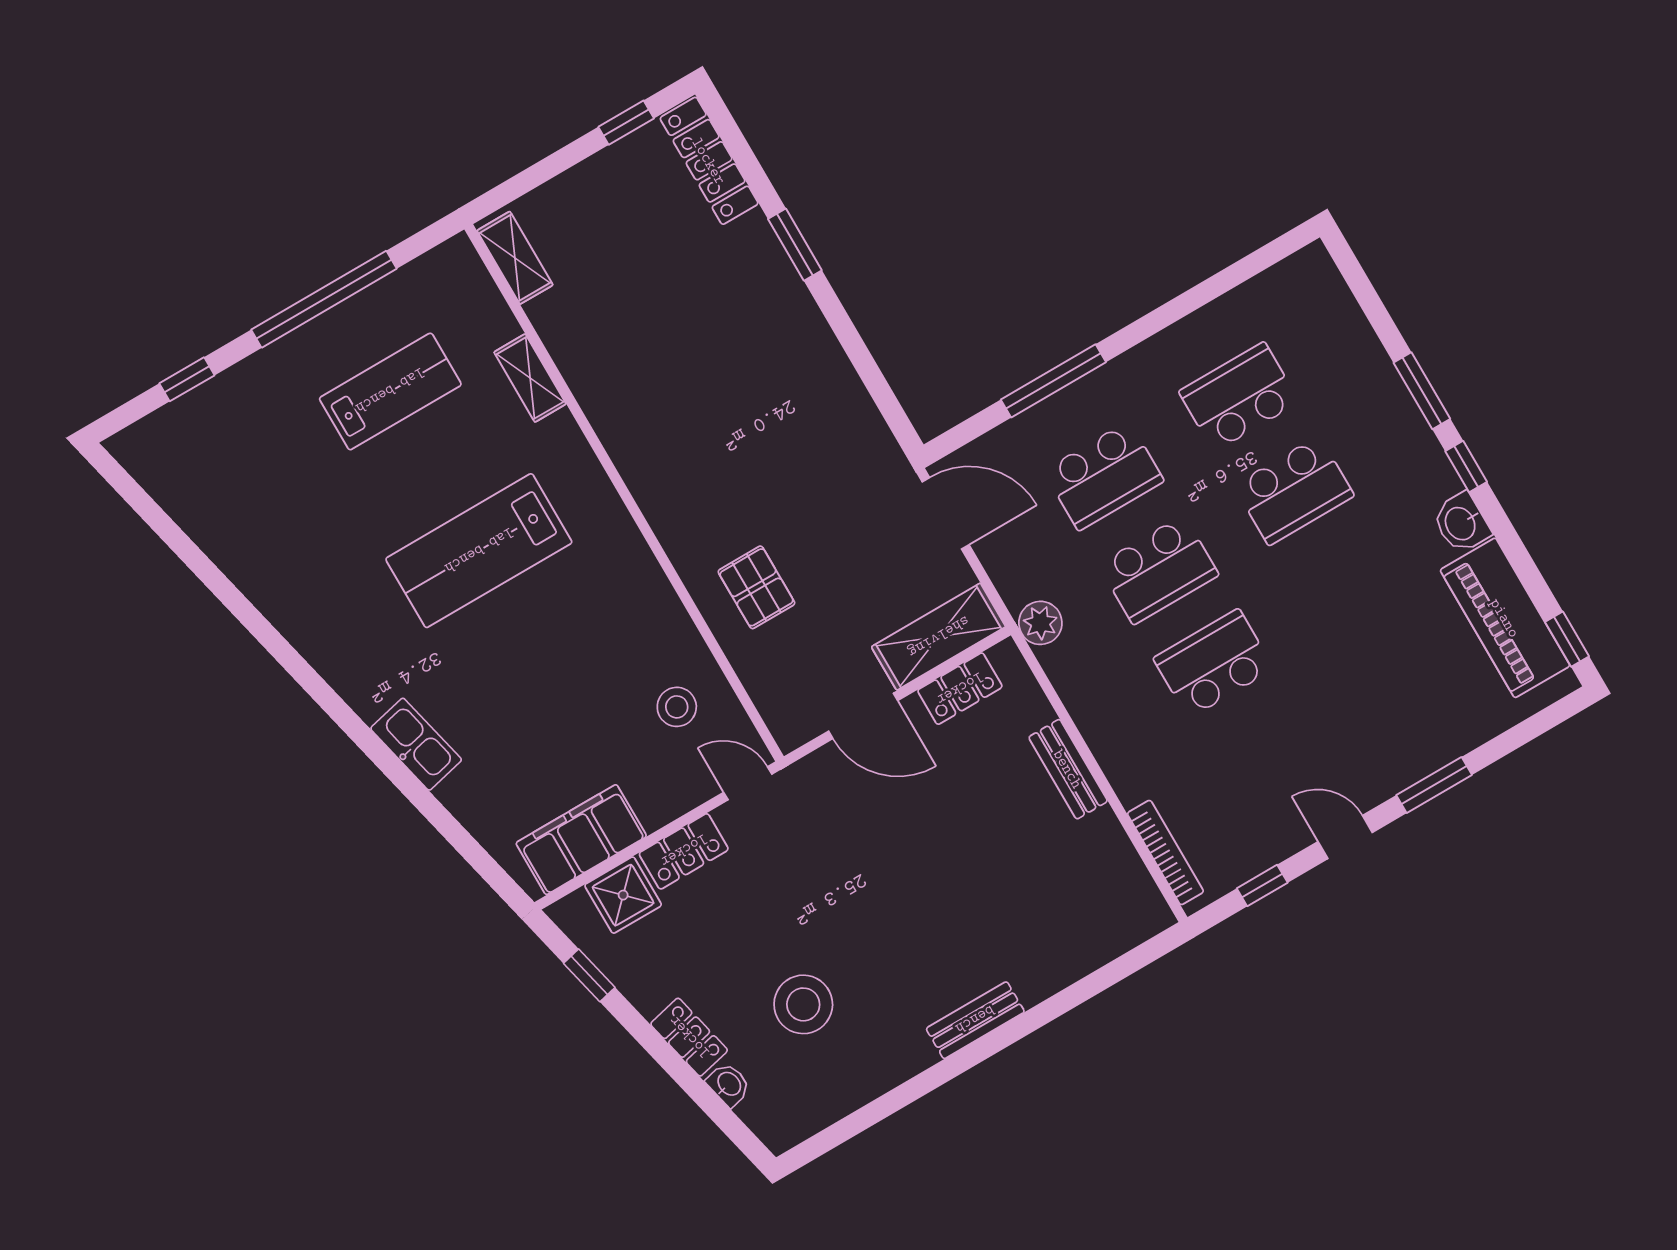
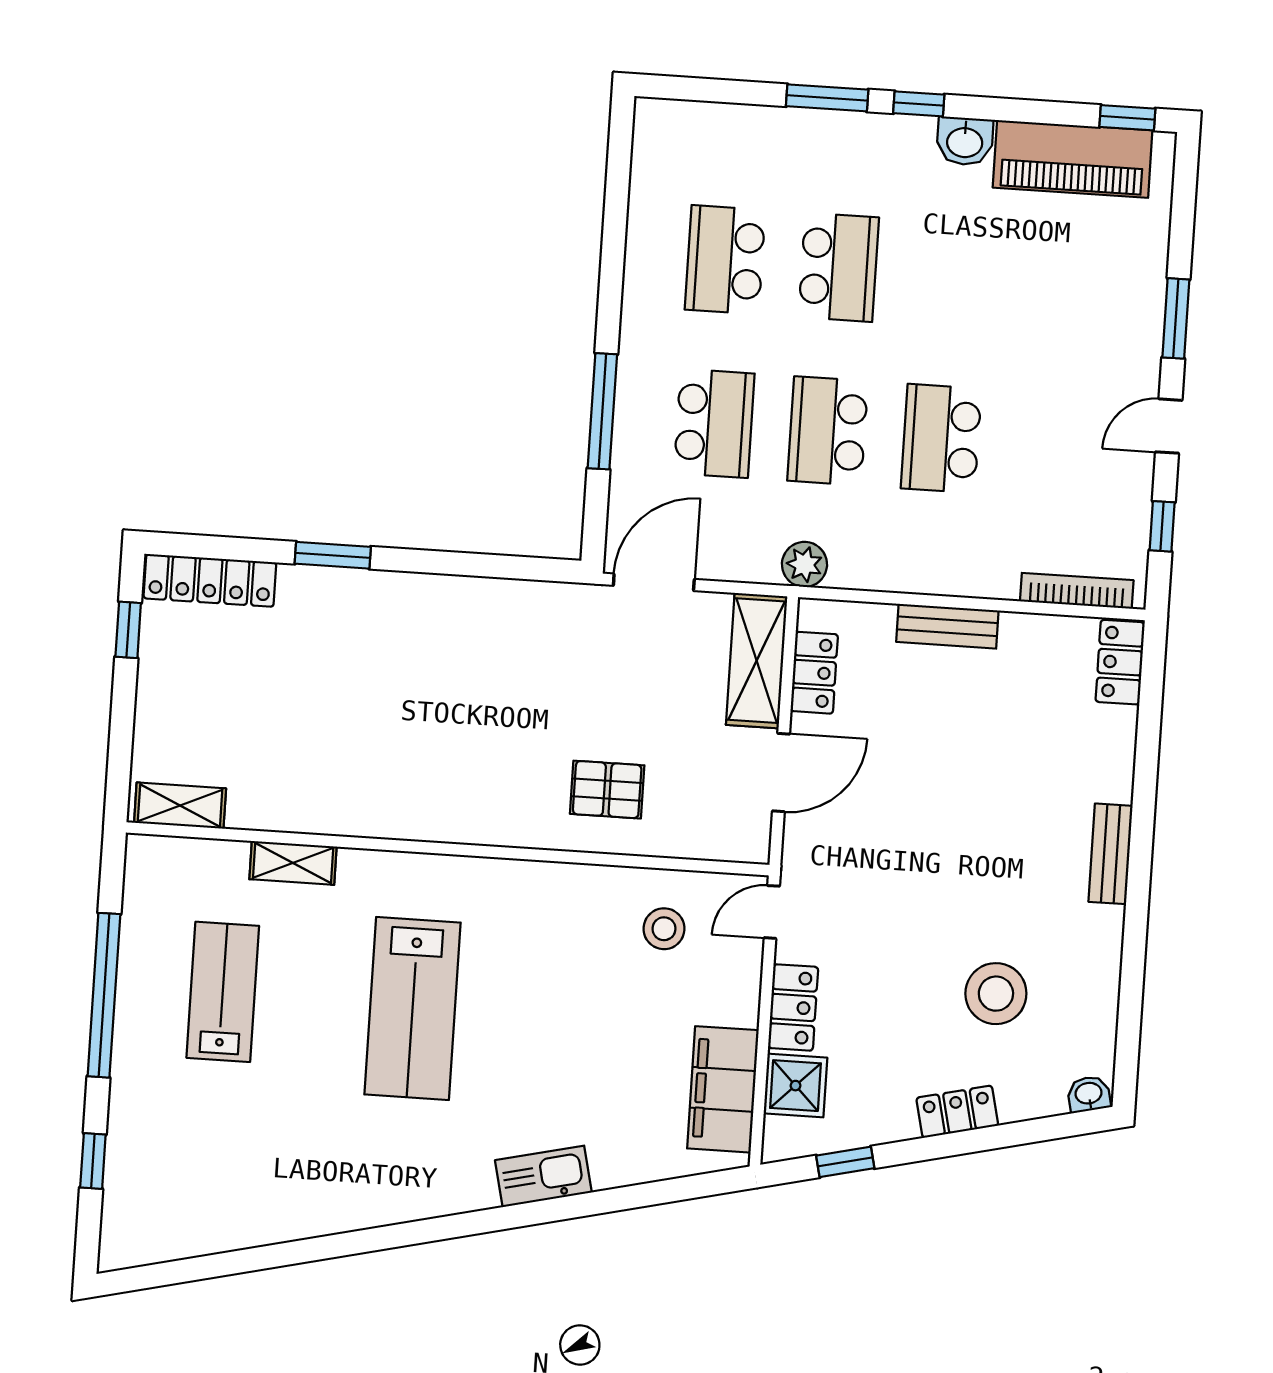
school desk: (1159, 570) -> (828, 431), turned 180
locker: (1132, 925) -> (1120, 662), added
washbasin: (729, 1084) -> (1089, 1094), moved

